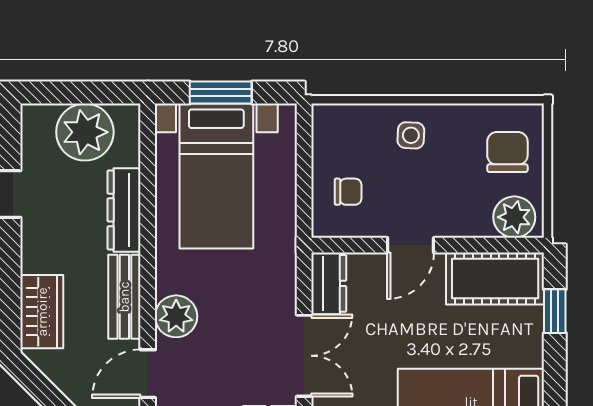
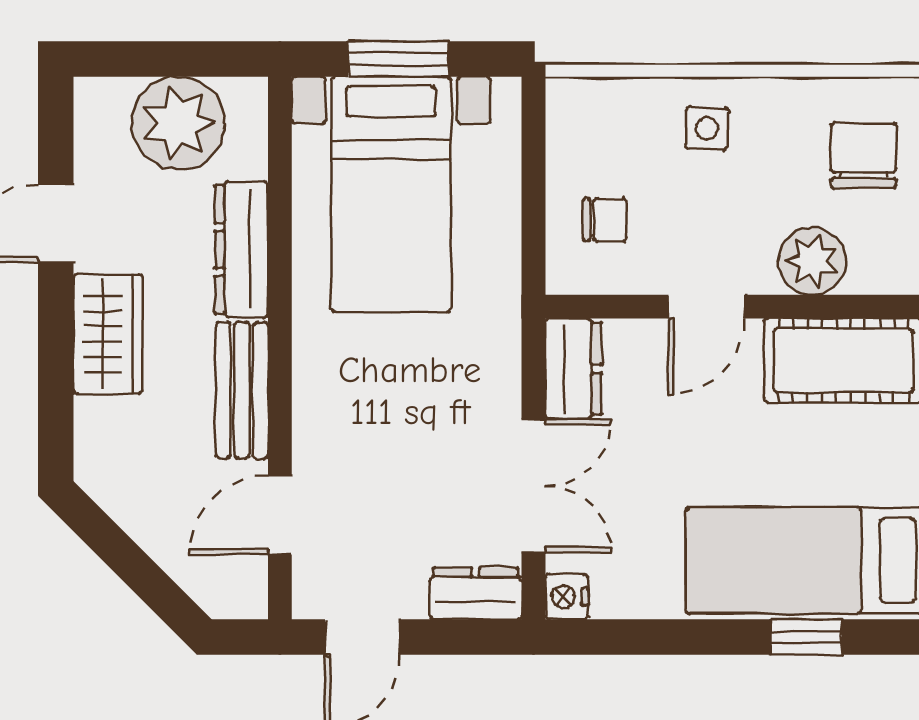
plant: (514, 217) -> (812, 261), moved
wardrobe: (42, 312) -> (108, 334), moved
plant: (176, 316) -> (326, 422), removed

